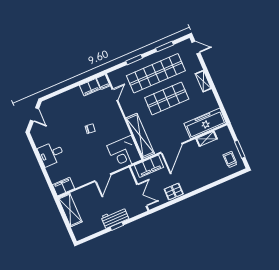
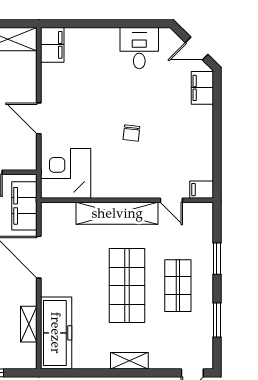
shop shelf: (156, 73) -> (178, 286), width x0.50, depth x0.74
filing cabinet: (90, 87) -> (202, 88), moved
shelving: (140, 136) -> (117, 213), moved
desk: (51, 154) -> (139, 48), moved

